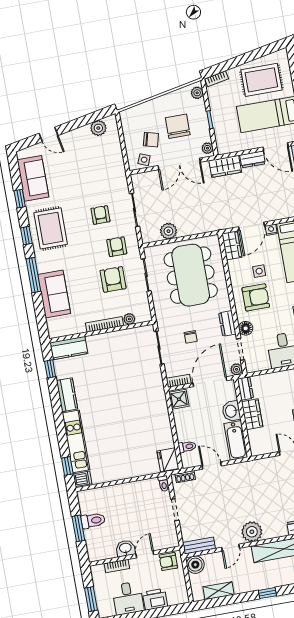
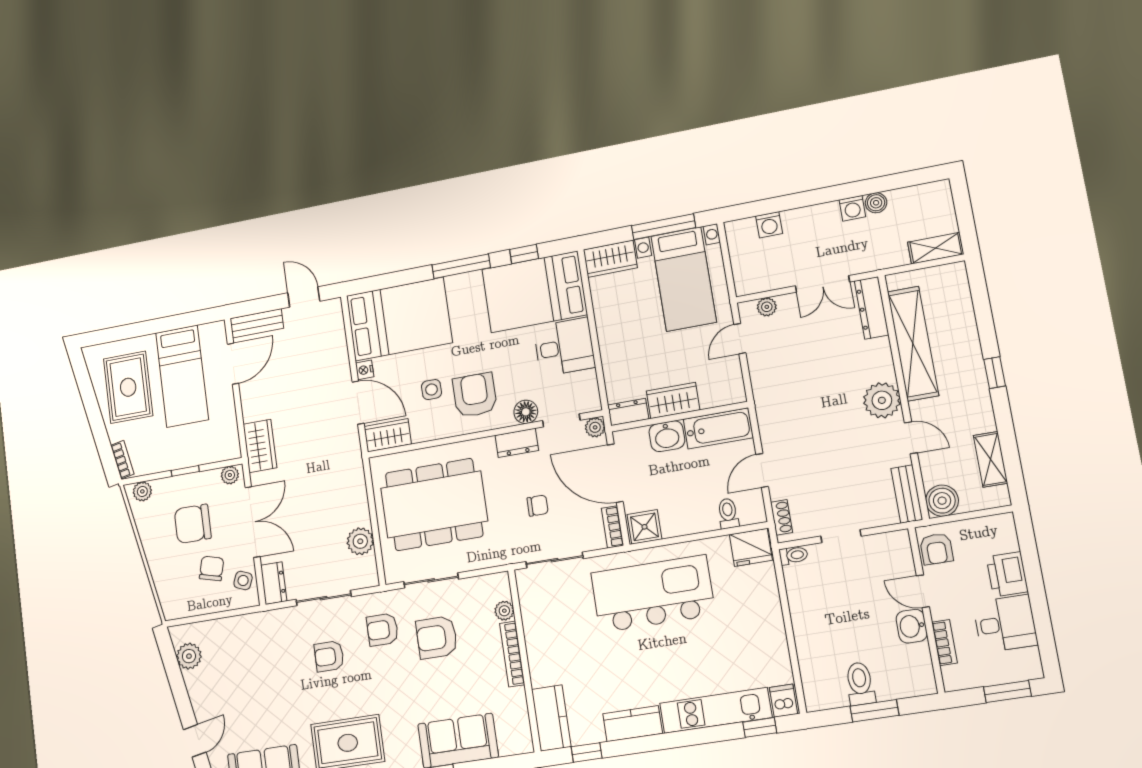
dresser: (252, 159) -> (274, 583), moved
kitchen island: (141, 405) -> (653, 594), added

